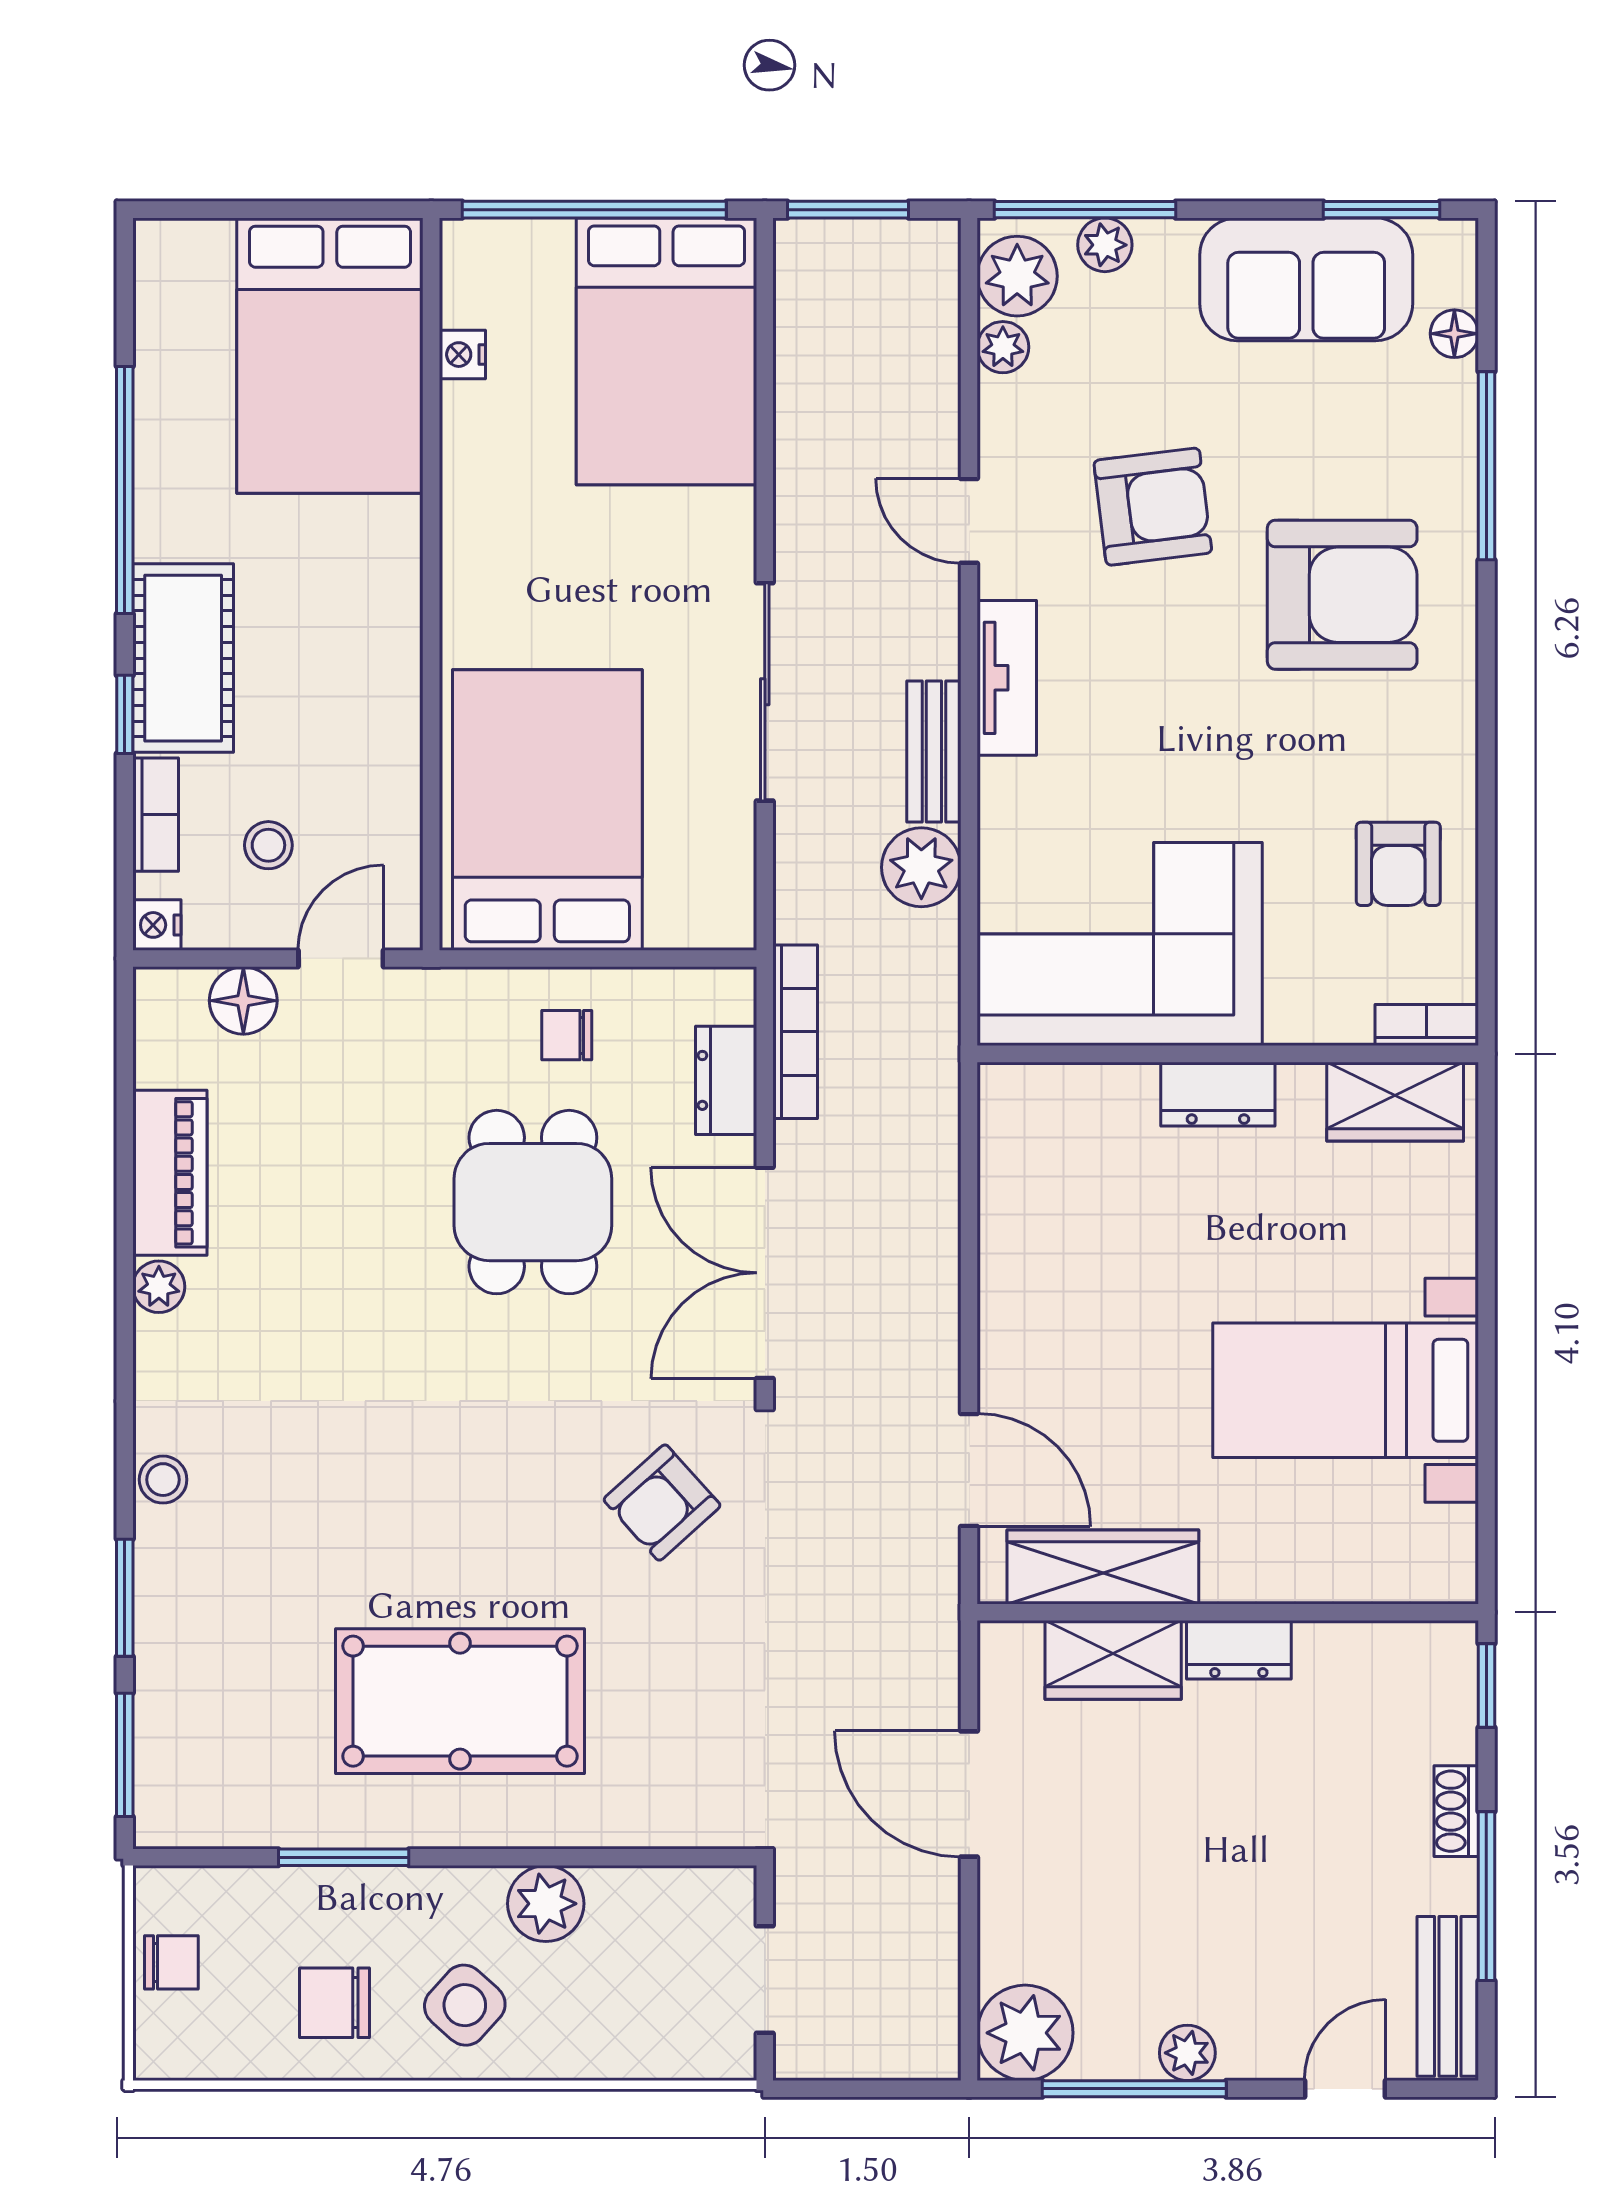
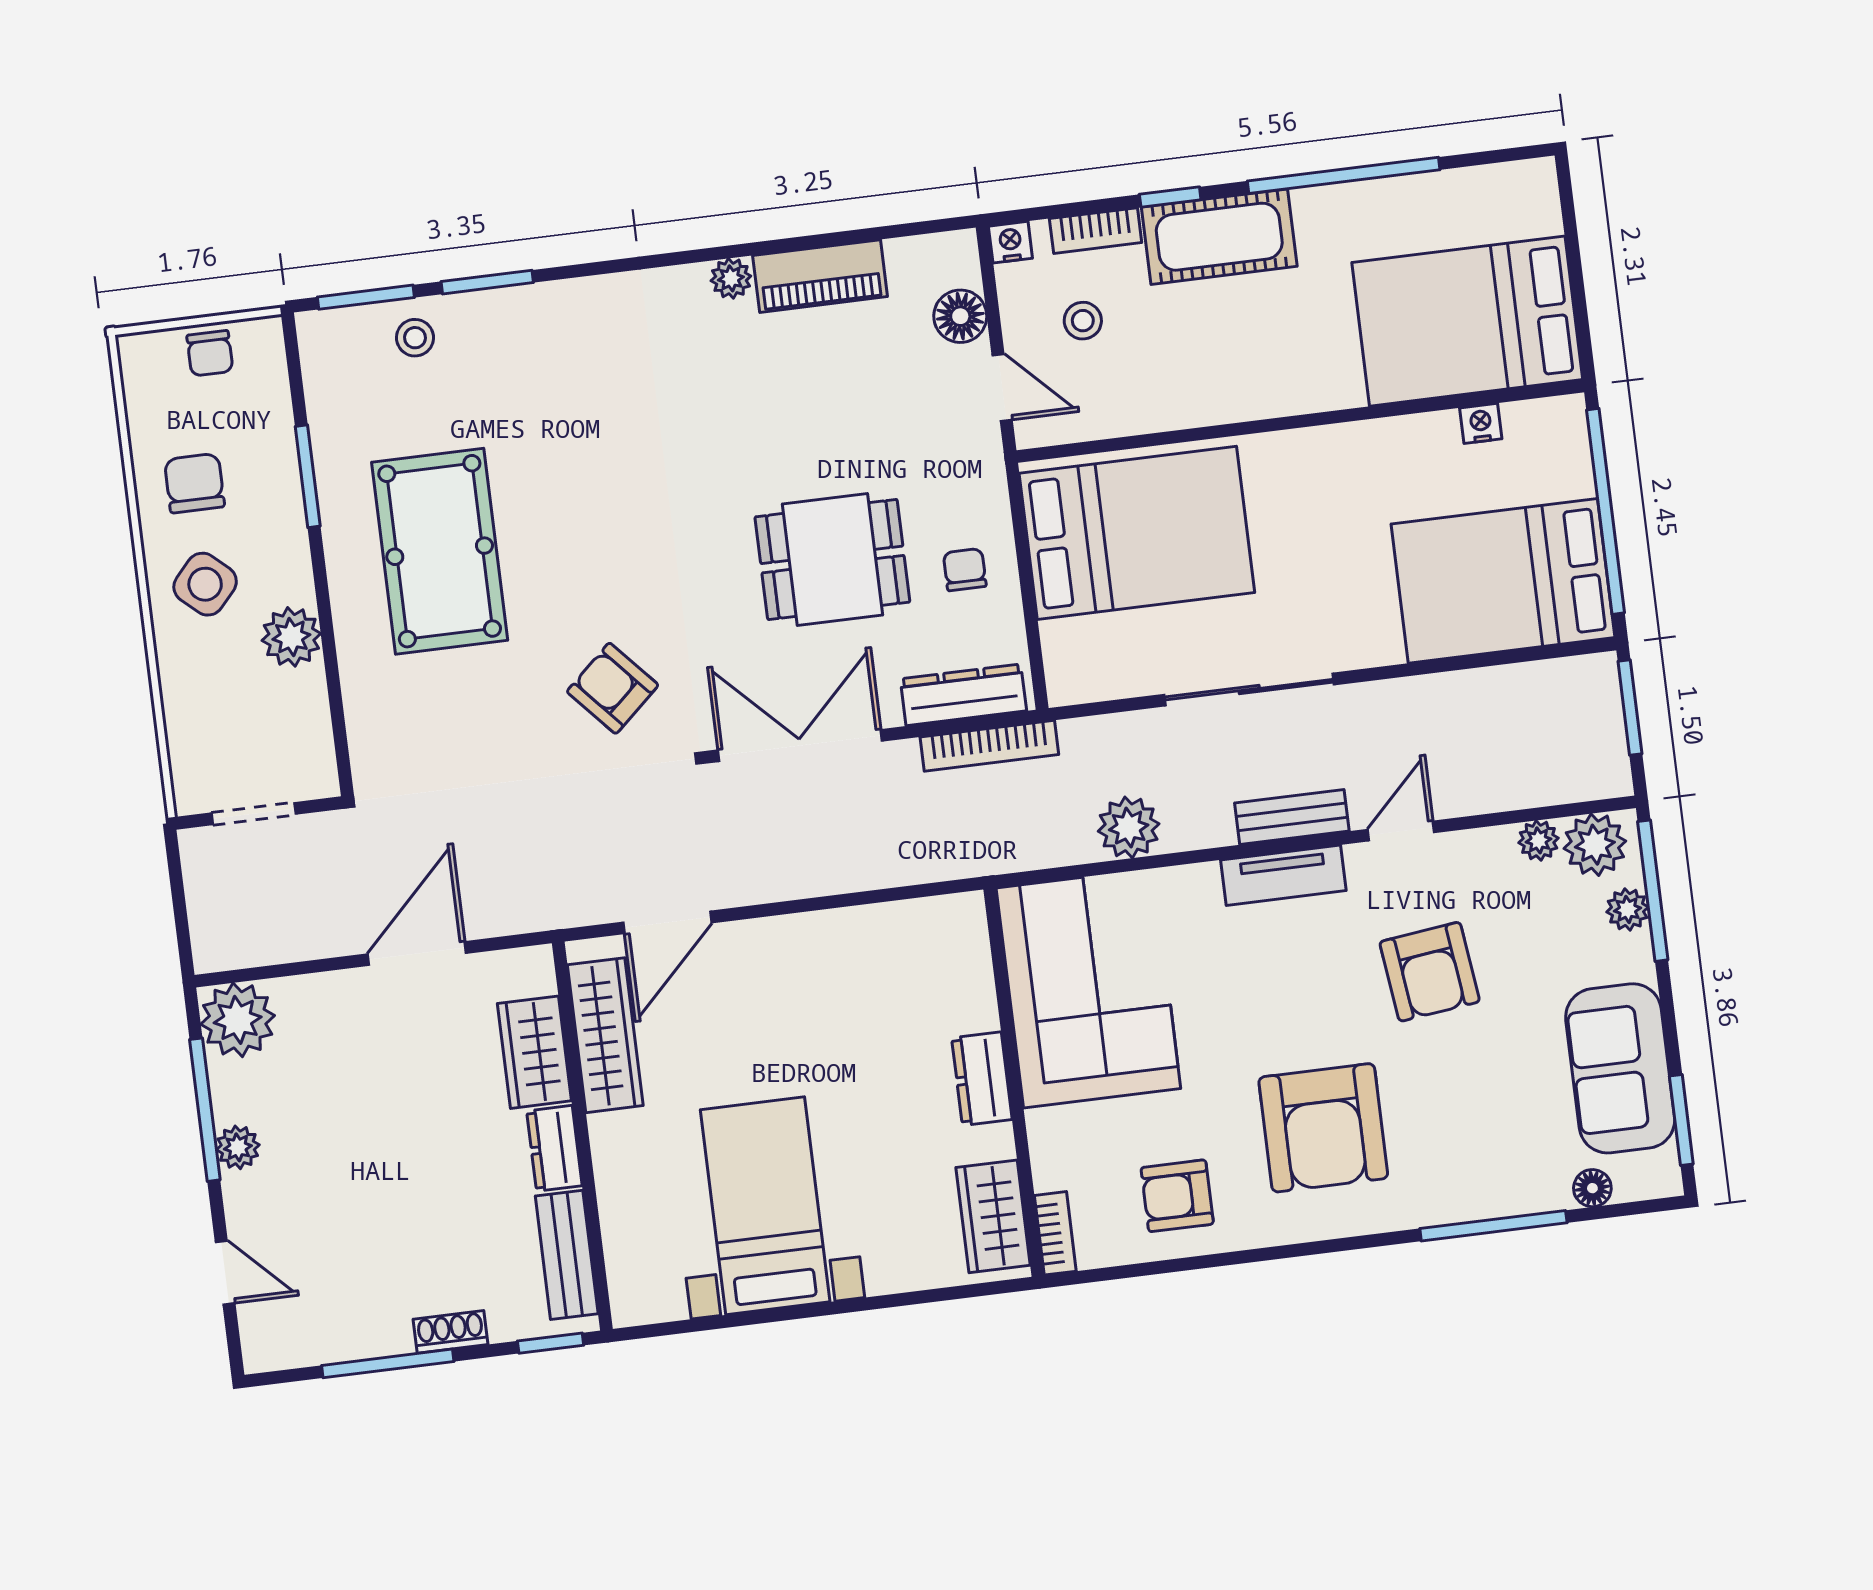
armchair: (1342, 595) -> (1323, 1128), moved
bench: (934, 752) -> (1292, 817), moved
dresser: (726, 1080) -> (963, 695), width x1.44
stool: (163, 1480) -> (415, 338), moved
bench: (1448, 1996) -> (567, 1255), moved, turned 90

